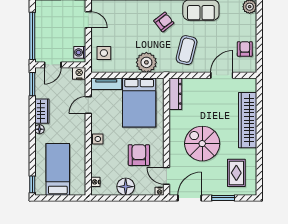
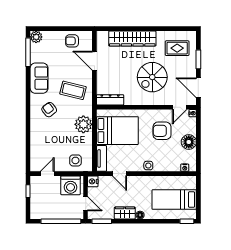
washing machine: (80, 52) -> (70, 185), width x1.89, depth x1.89

